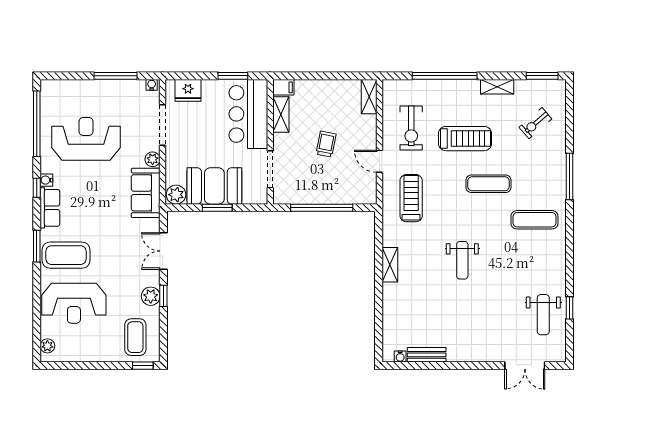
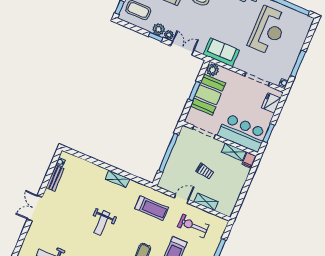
shelving: (369, 97) -> (206, 202), moved
plant: (153, 159) -> (169, 35), moved
weight bench: (462, 260) -> (102, 223), turned -90
double door: (525, 366) -> (35, 208), moved

